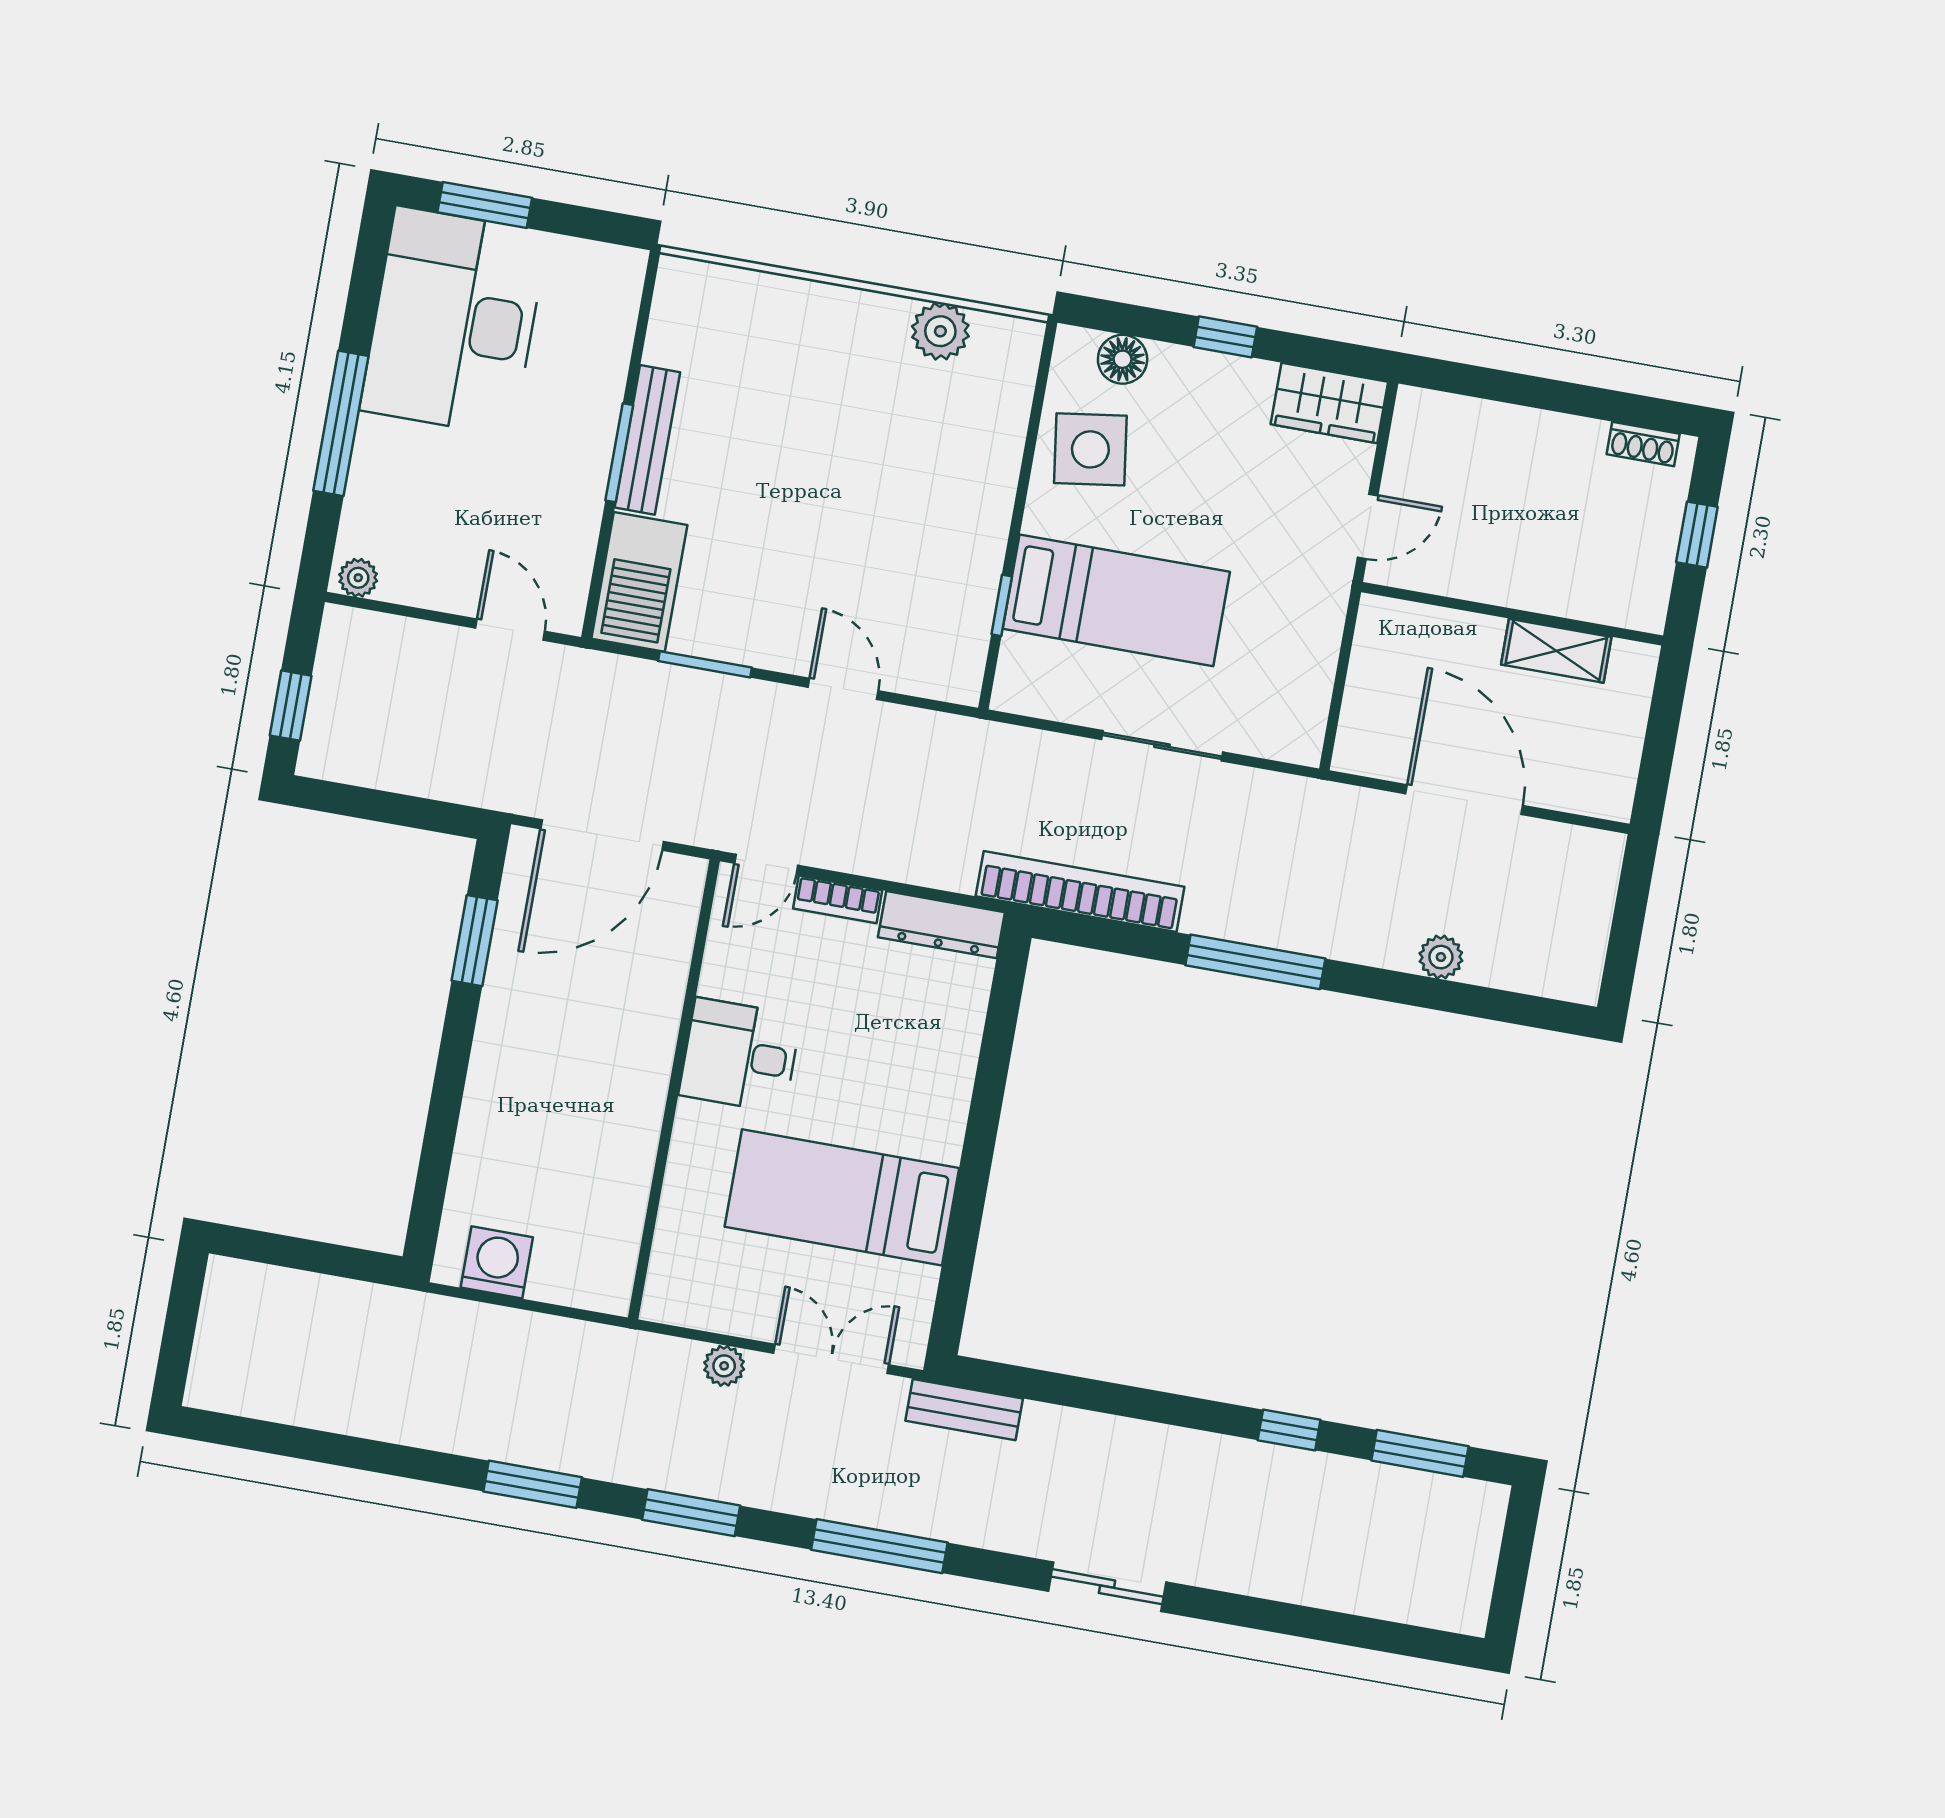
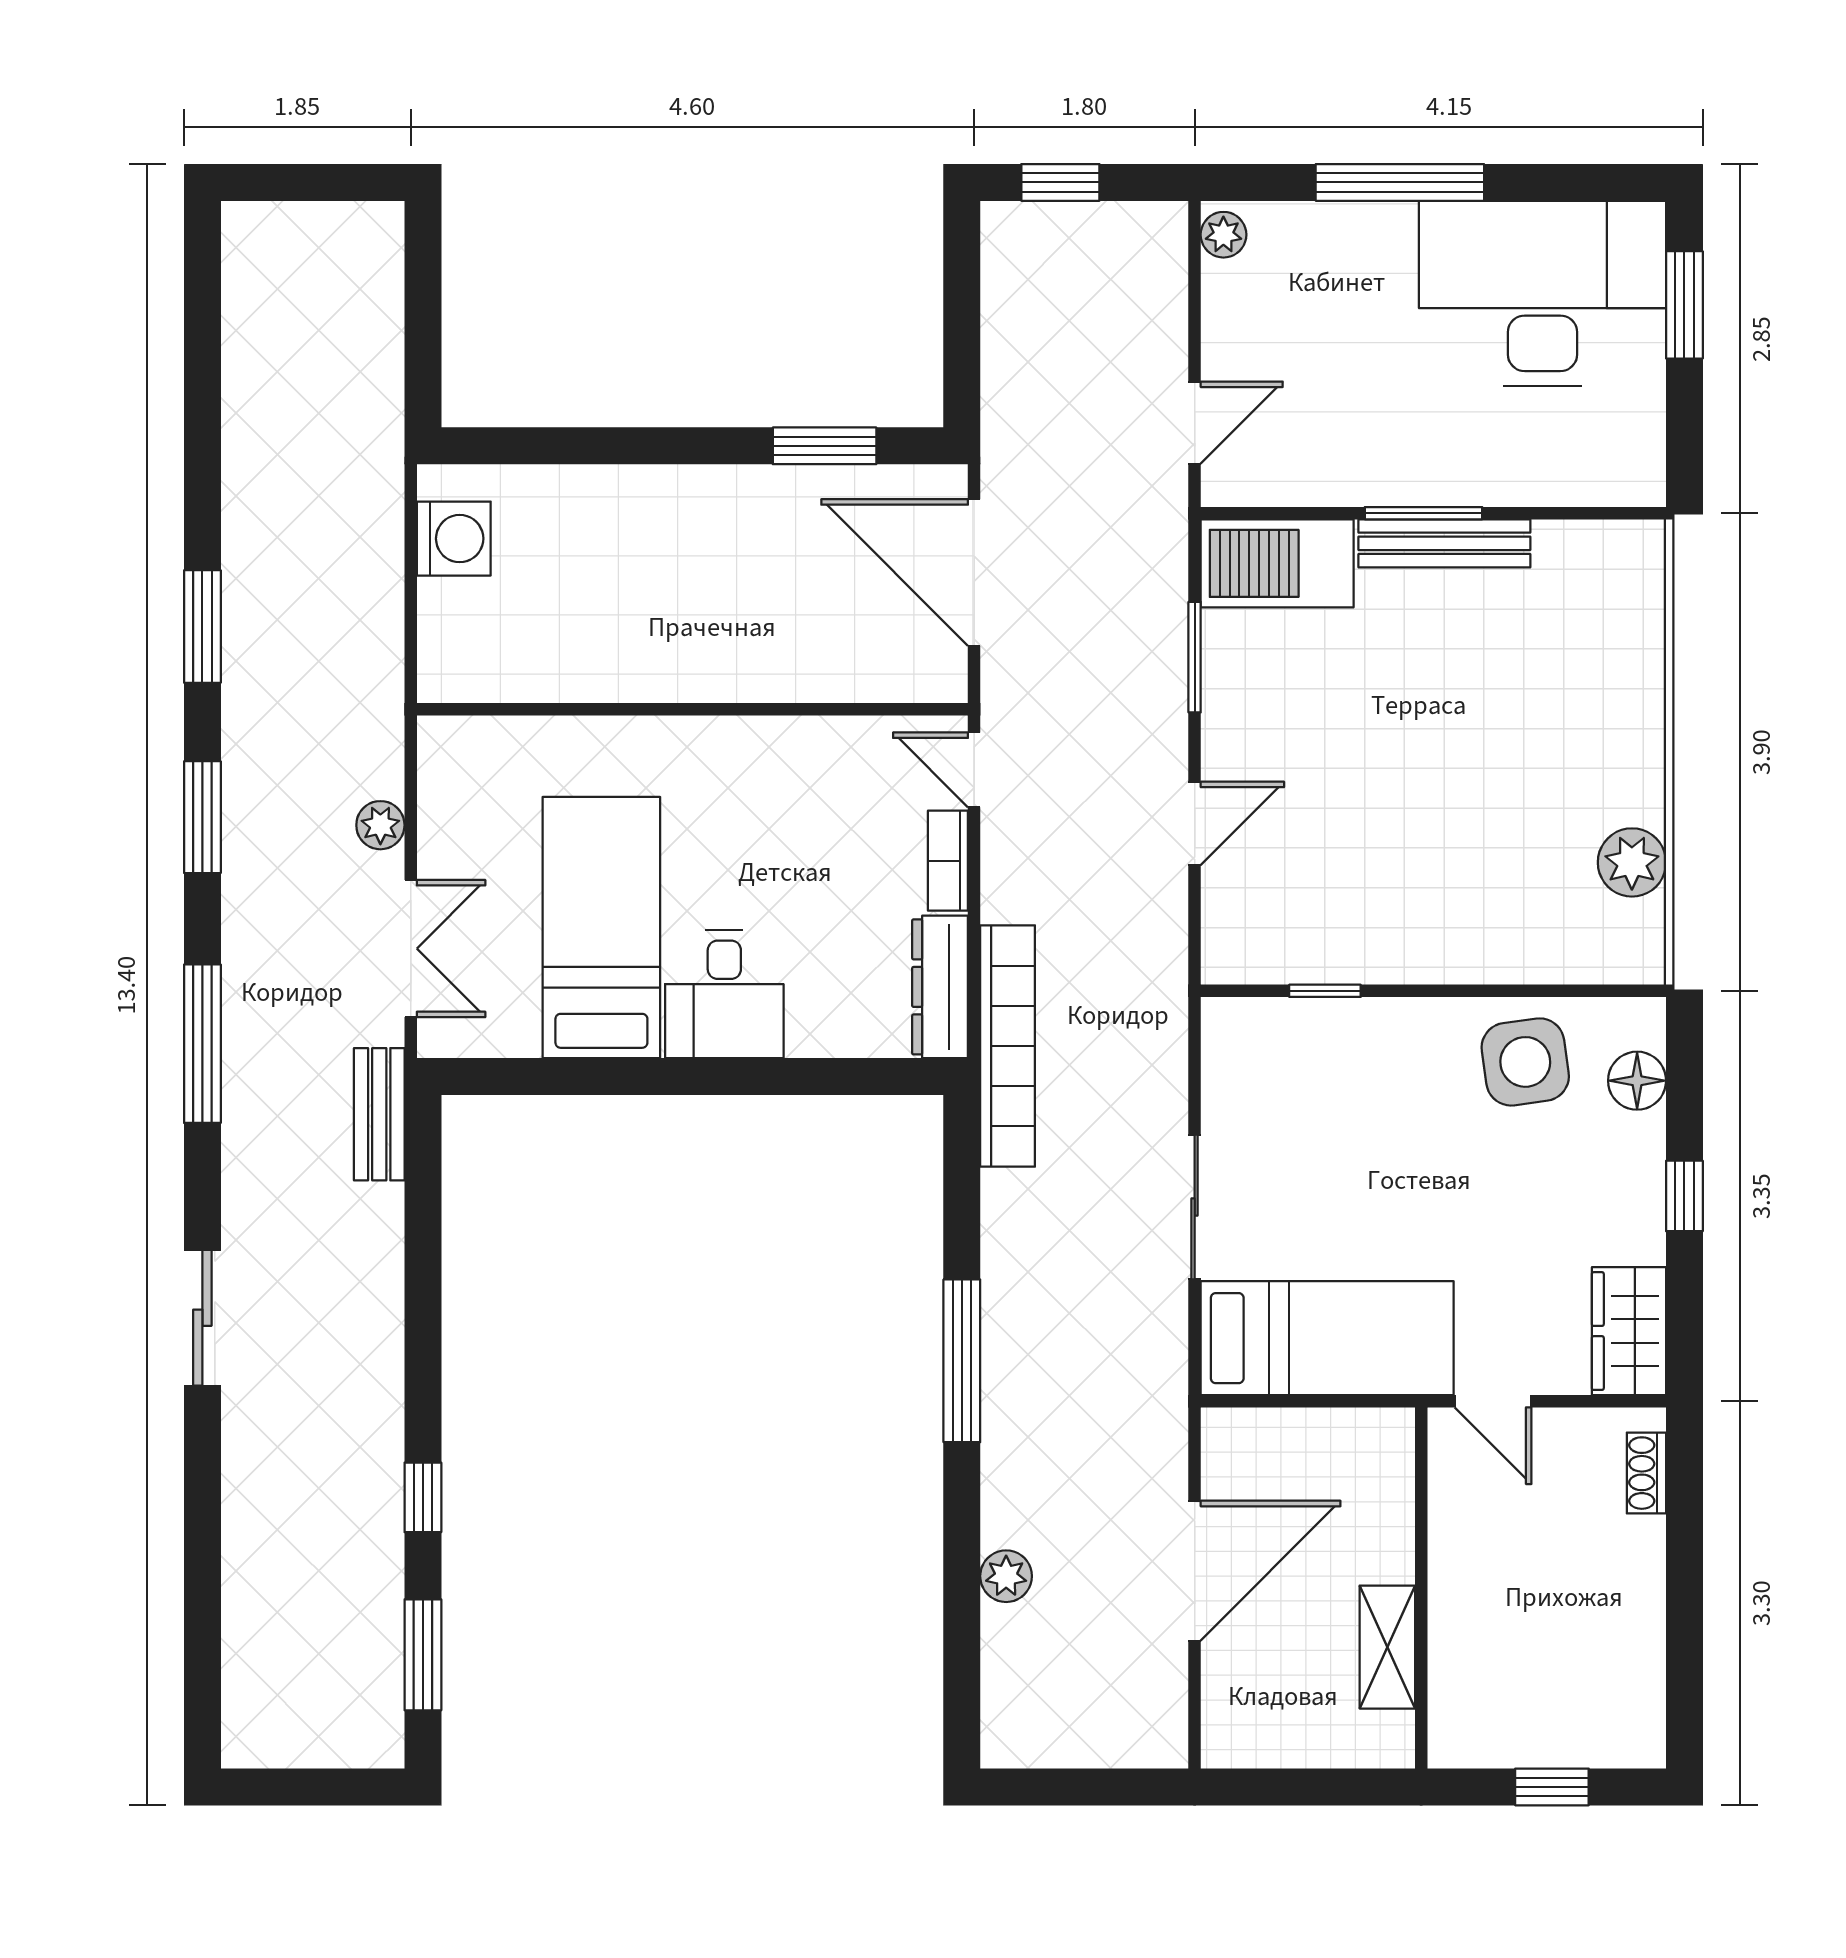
shoe rack: (1643, 444) -> (1646, 1473), moved
bed: (1116, 600) -> (1327, 1338), moved, turned -90
bookcase: (1080, 891) -> (1008, 1046), moved
desk: (740, 1055) -> (724, 994), moved, turned 180

